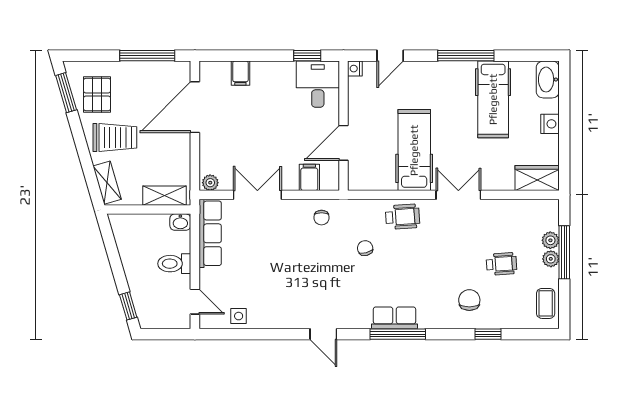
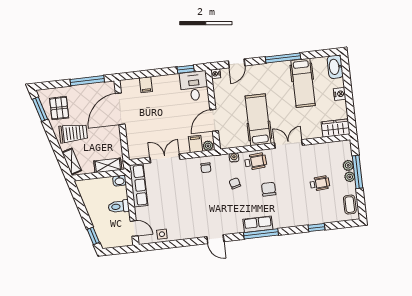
plant: (210, 183) -> (208, 146), moved
water cooler: (369, 206) -> (234, 157), added
chair: (469, 300) -> (269, 189), moved

